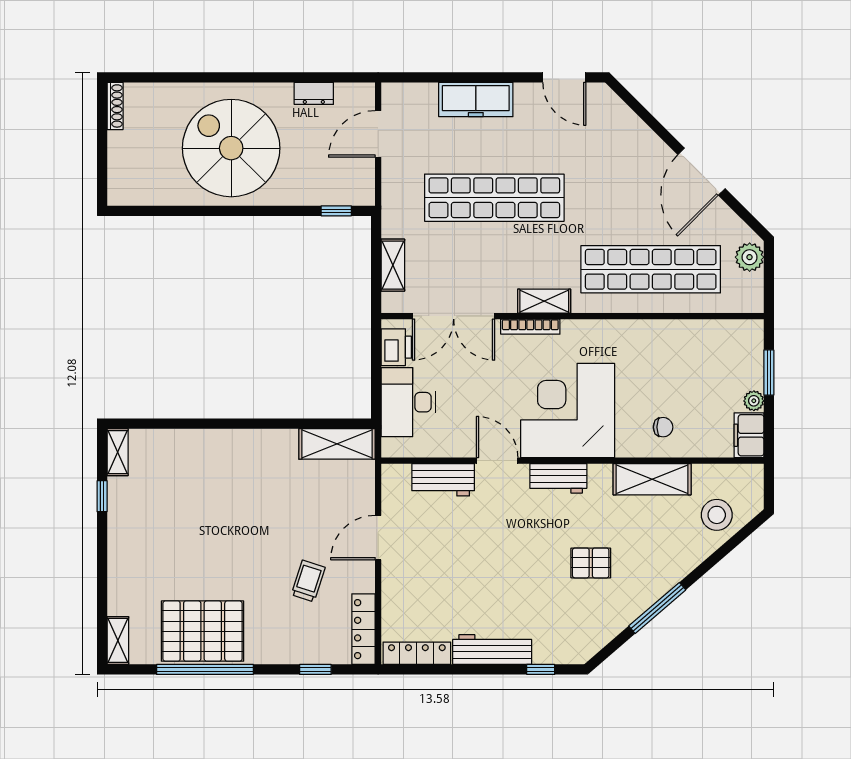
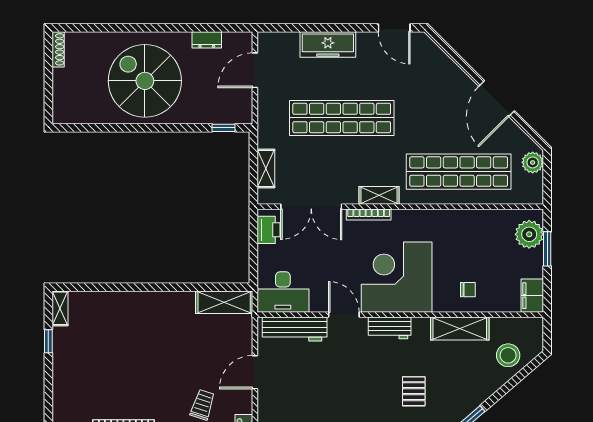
plant: (754, 401) -> (529, 234), moved, width x1.88, depth x1.88
desk: (408, 402) -> (283, 292), moved, turned -90
workbench: (443, 480) -> (295, 329), width x1.38
pallet: (591, 563) -> (414, 391), turned 90

